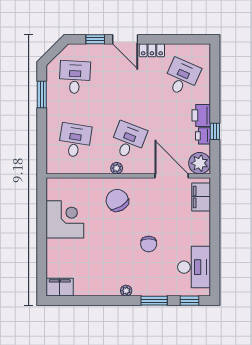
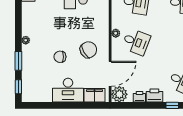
window: (215, 131) -> (172, 105), moved
chair: (117, 200) -> (88, 50), moved
desk: (194, 267) -> (68, 90), moved

